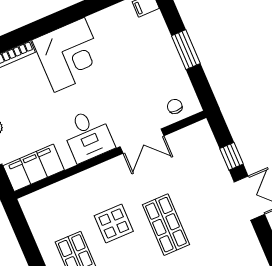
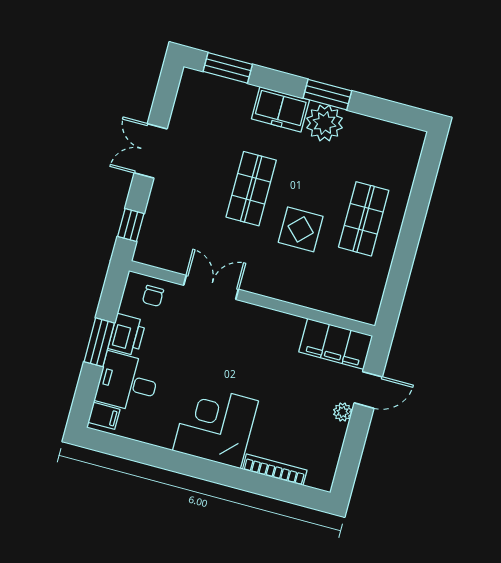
printer: (172, 69) -> (127, 335), added
desk: (88, 135) -> (128, 382), moved, turned -90
window: (231, 156) -> (131, 225), moved

